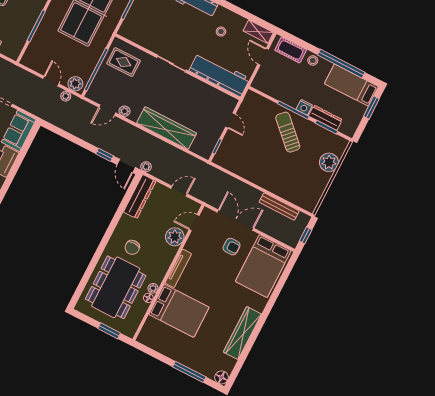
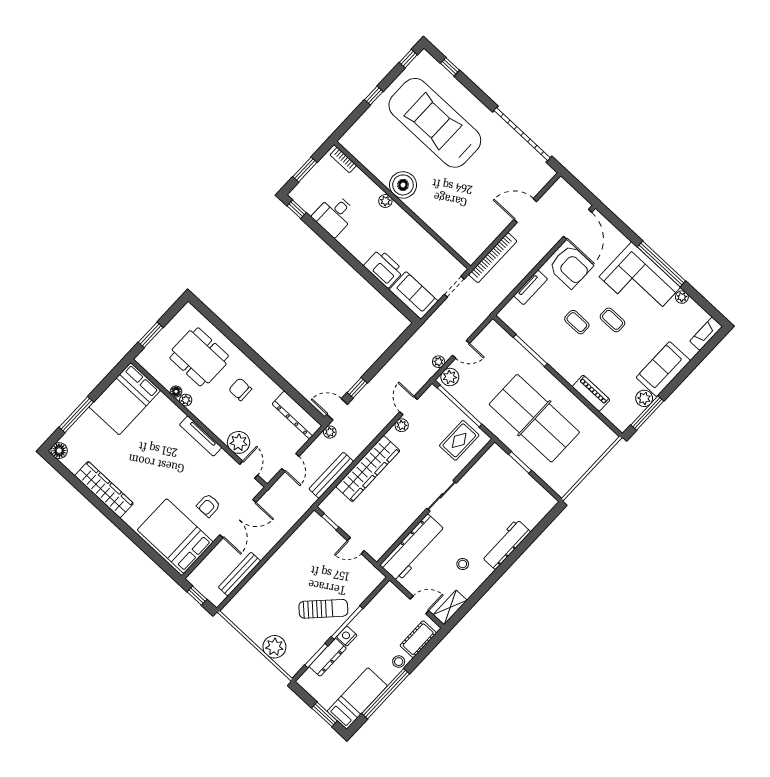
bench: (180, 156) -> (331, 475), added
dining table: (116, 287) -> (199, 357), width x0.73, depth x0.80
bed: (179, 311) -> (125, 399), moved

